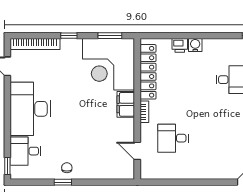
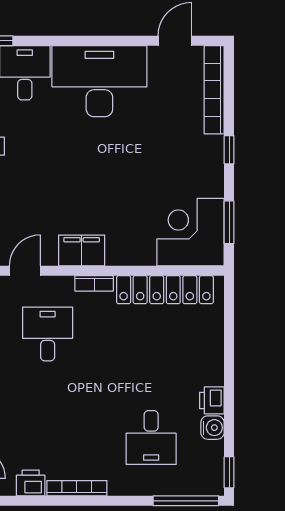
printer: (180, 45) -> (212, 400), moved
water cooler: (195, 45) -> (212, 428), moved
corner desk: (109, 64) -> (190, 232), width x0.74, depth x0.74
filing cabinet: (126, 104) -> (82, 250), moved

